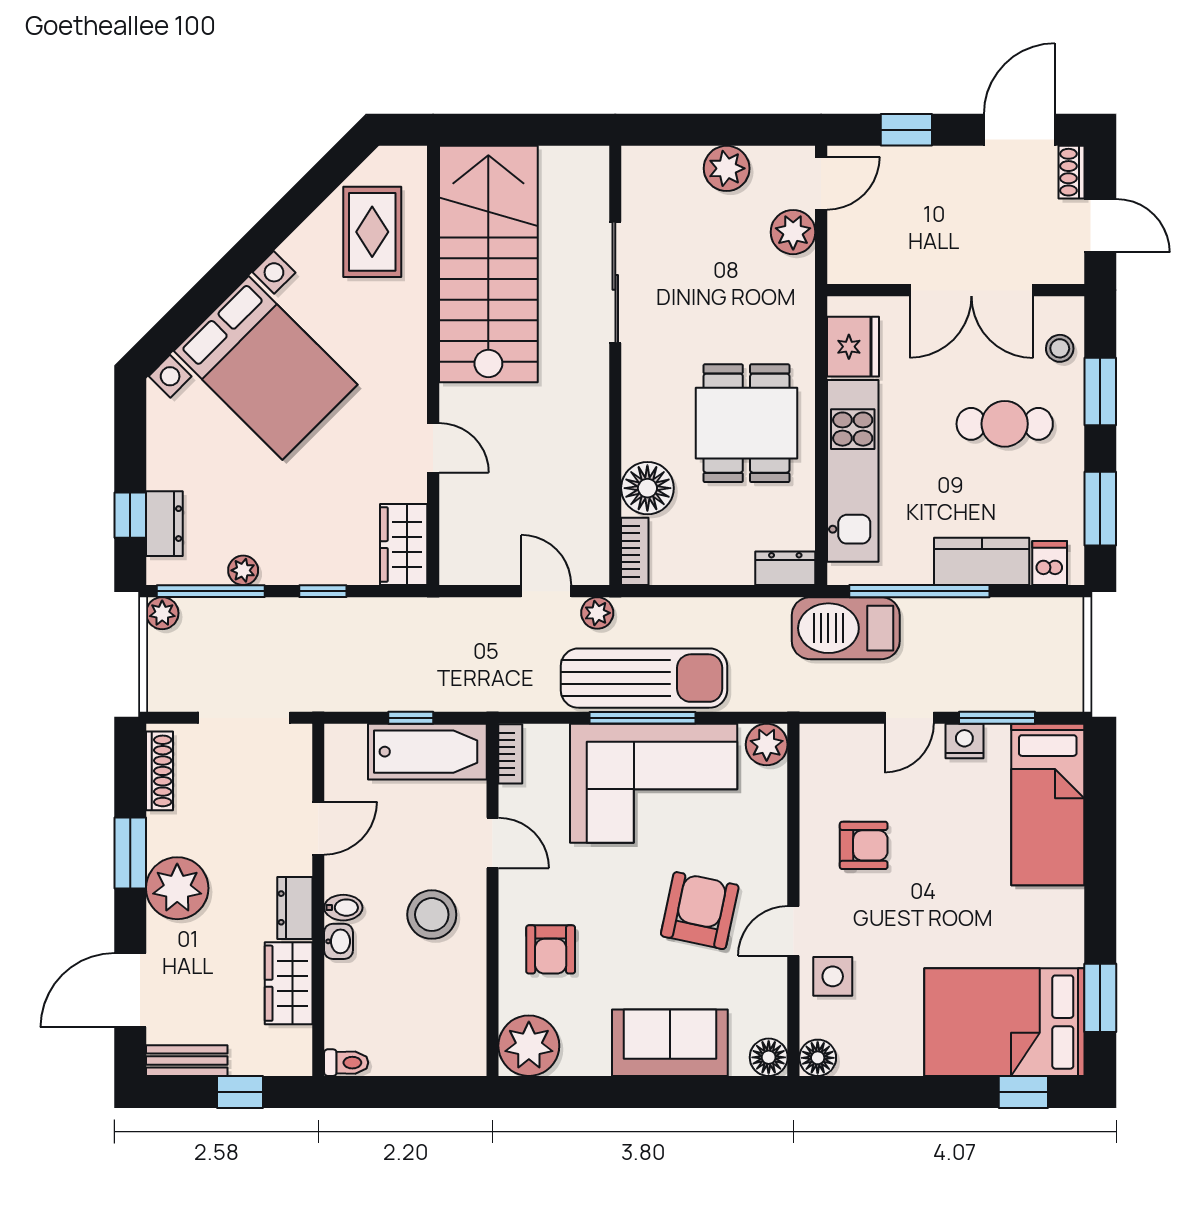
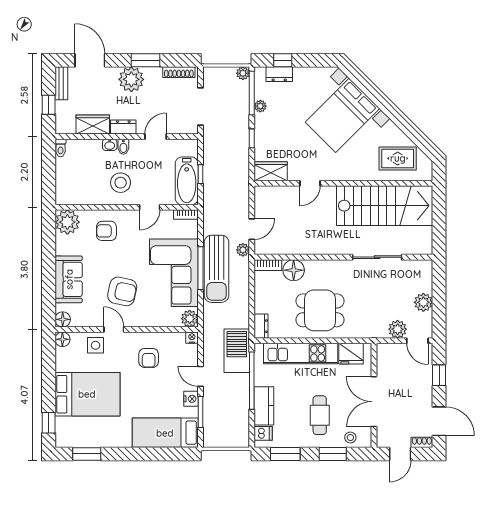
nightstand: (814, 739) -> (192, 338), added
door: (318, 828) -> (156, 137), swing flipped
bed: (1004, 1022) -> (87, 394), moved, turned 90

